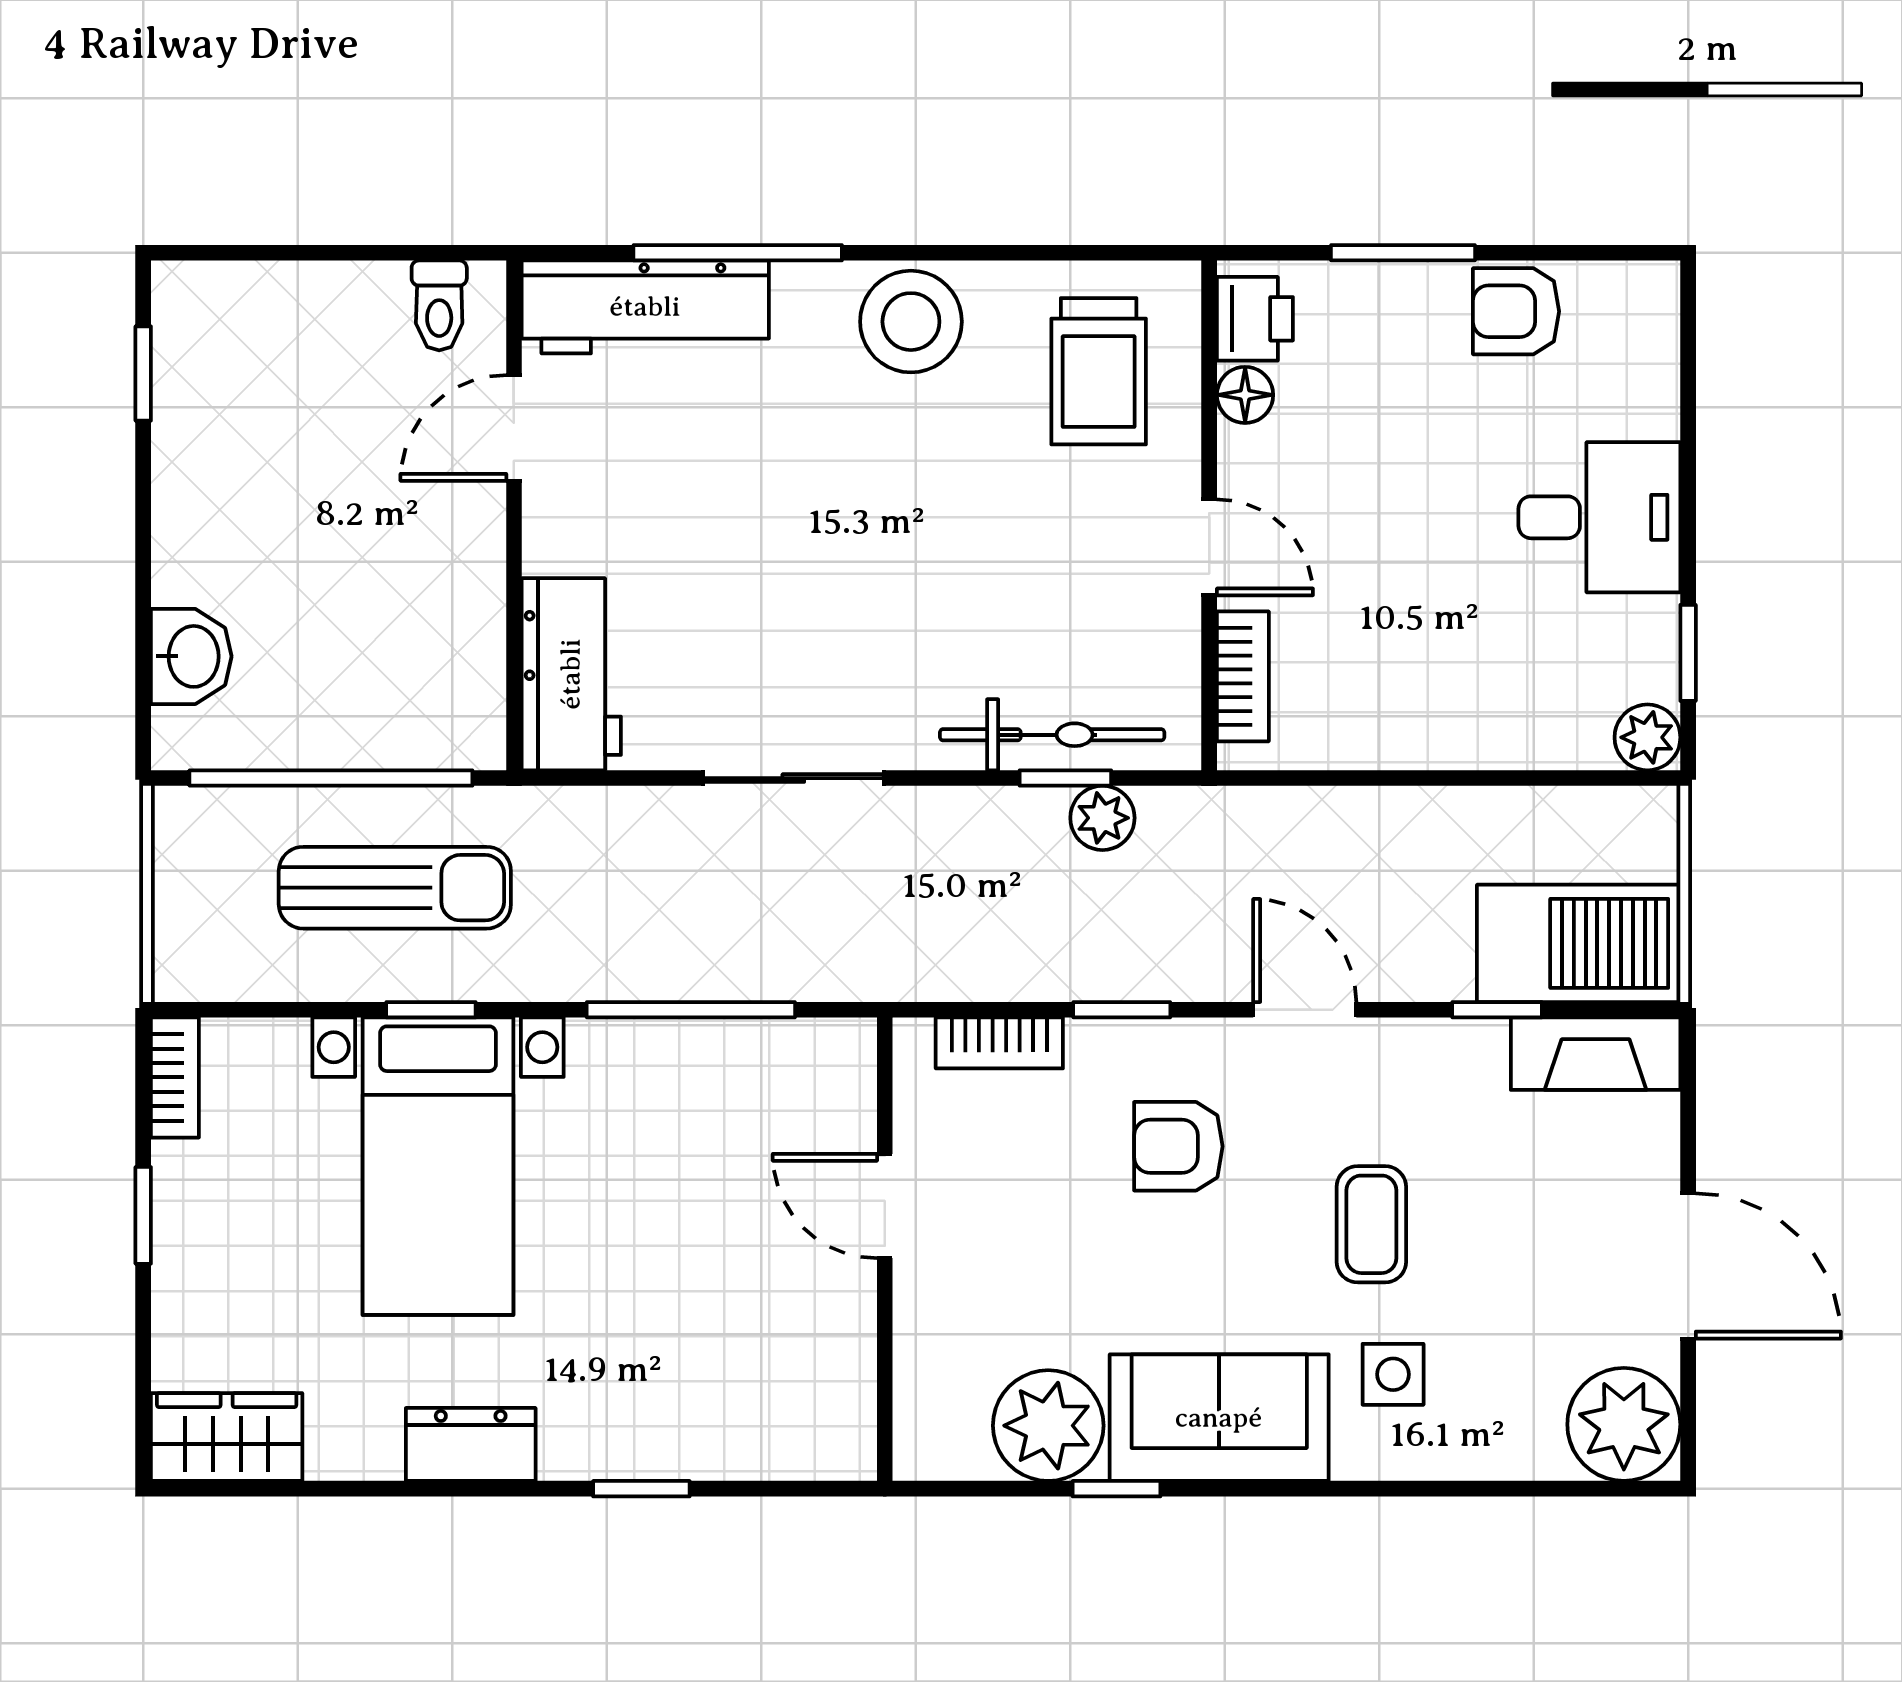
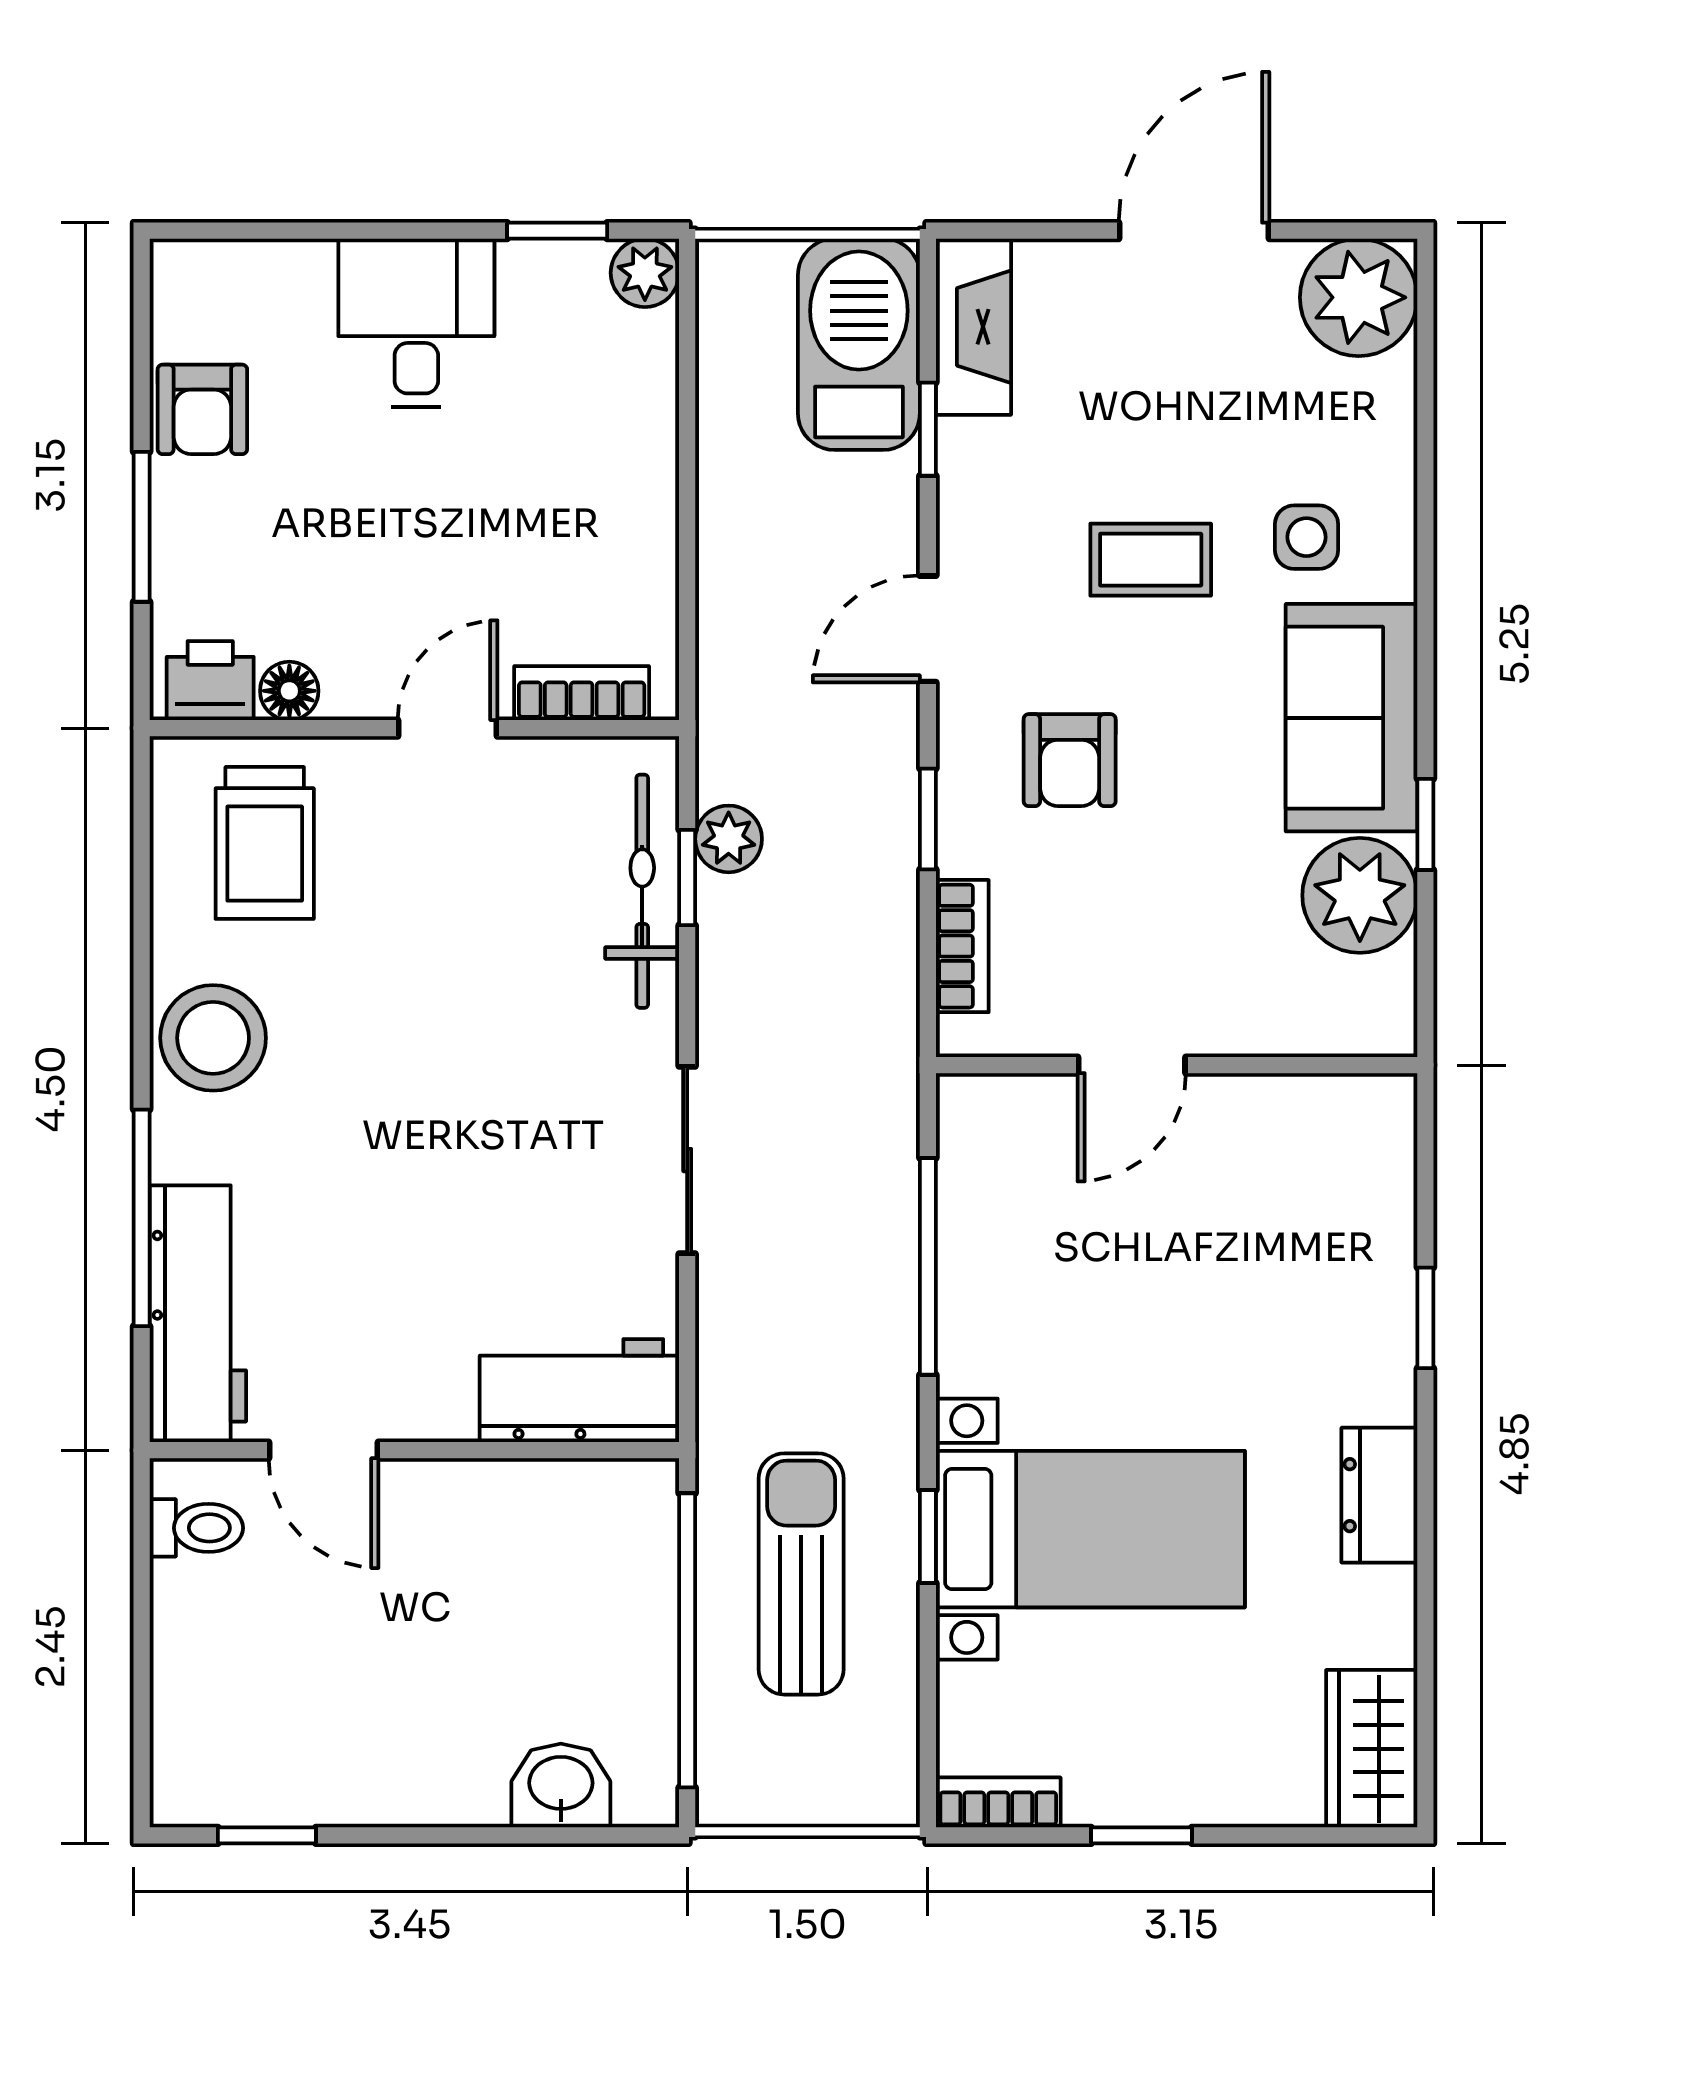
trolley: (1099, 371) -> (265, 843), turned 90

